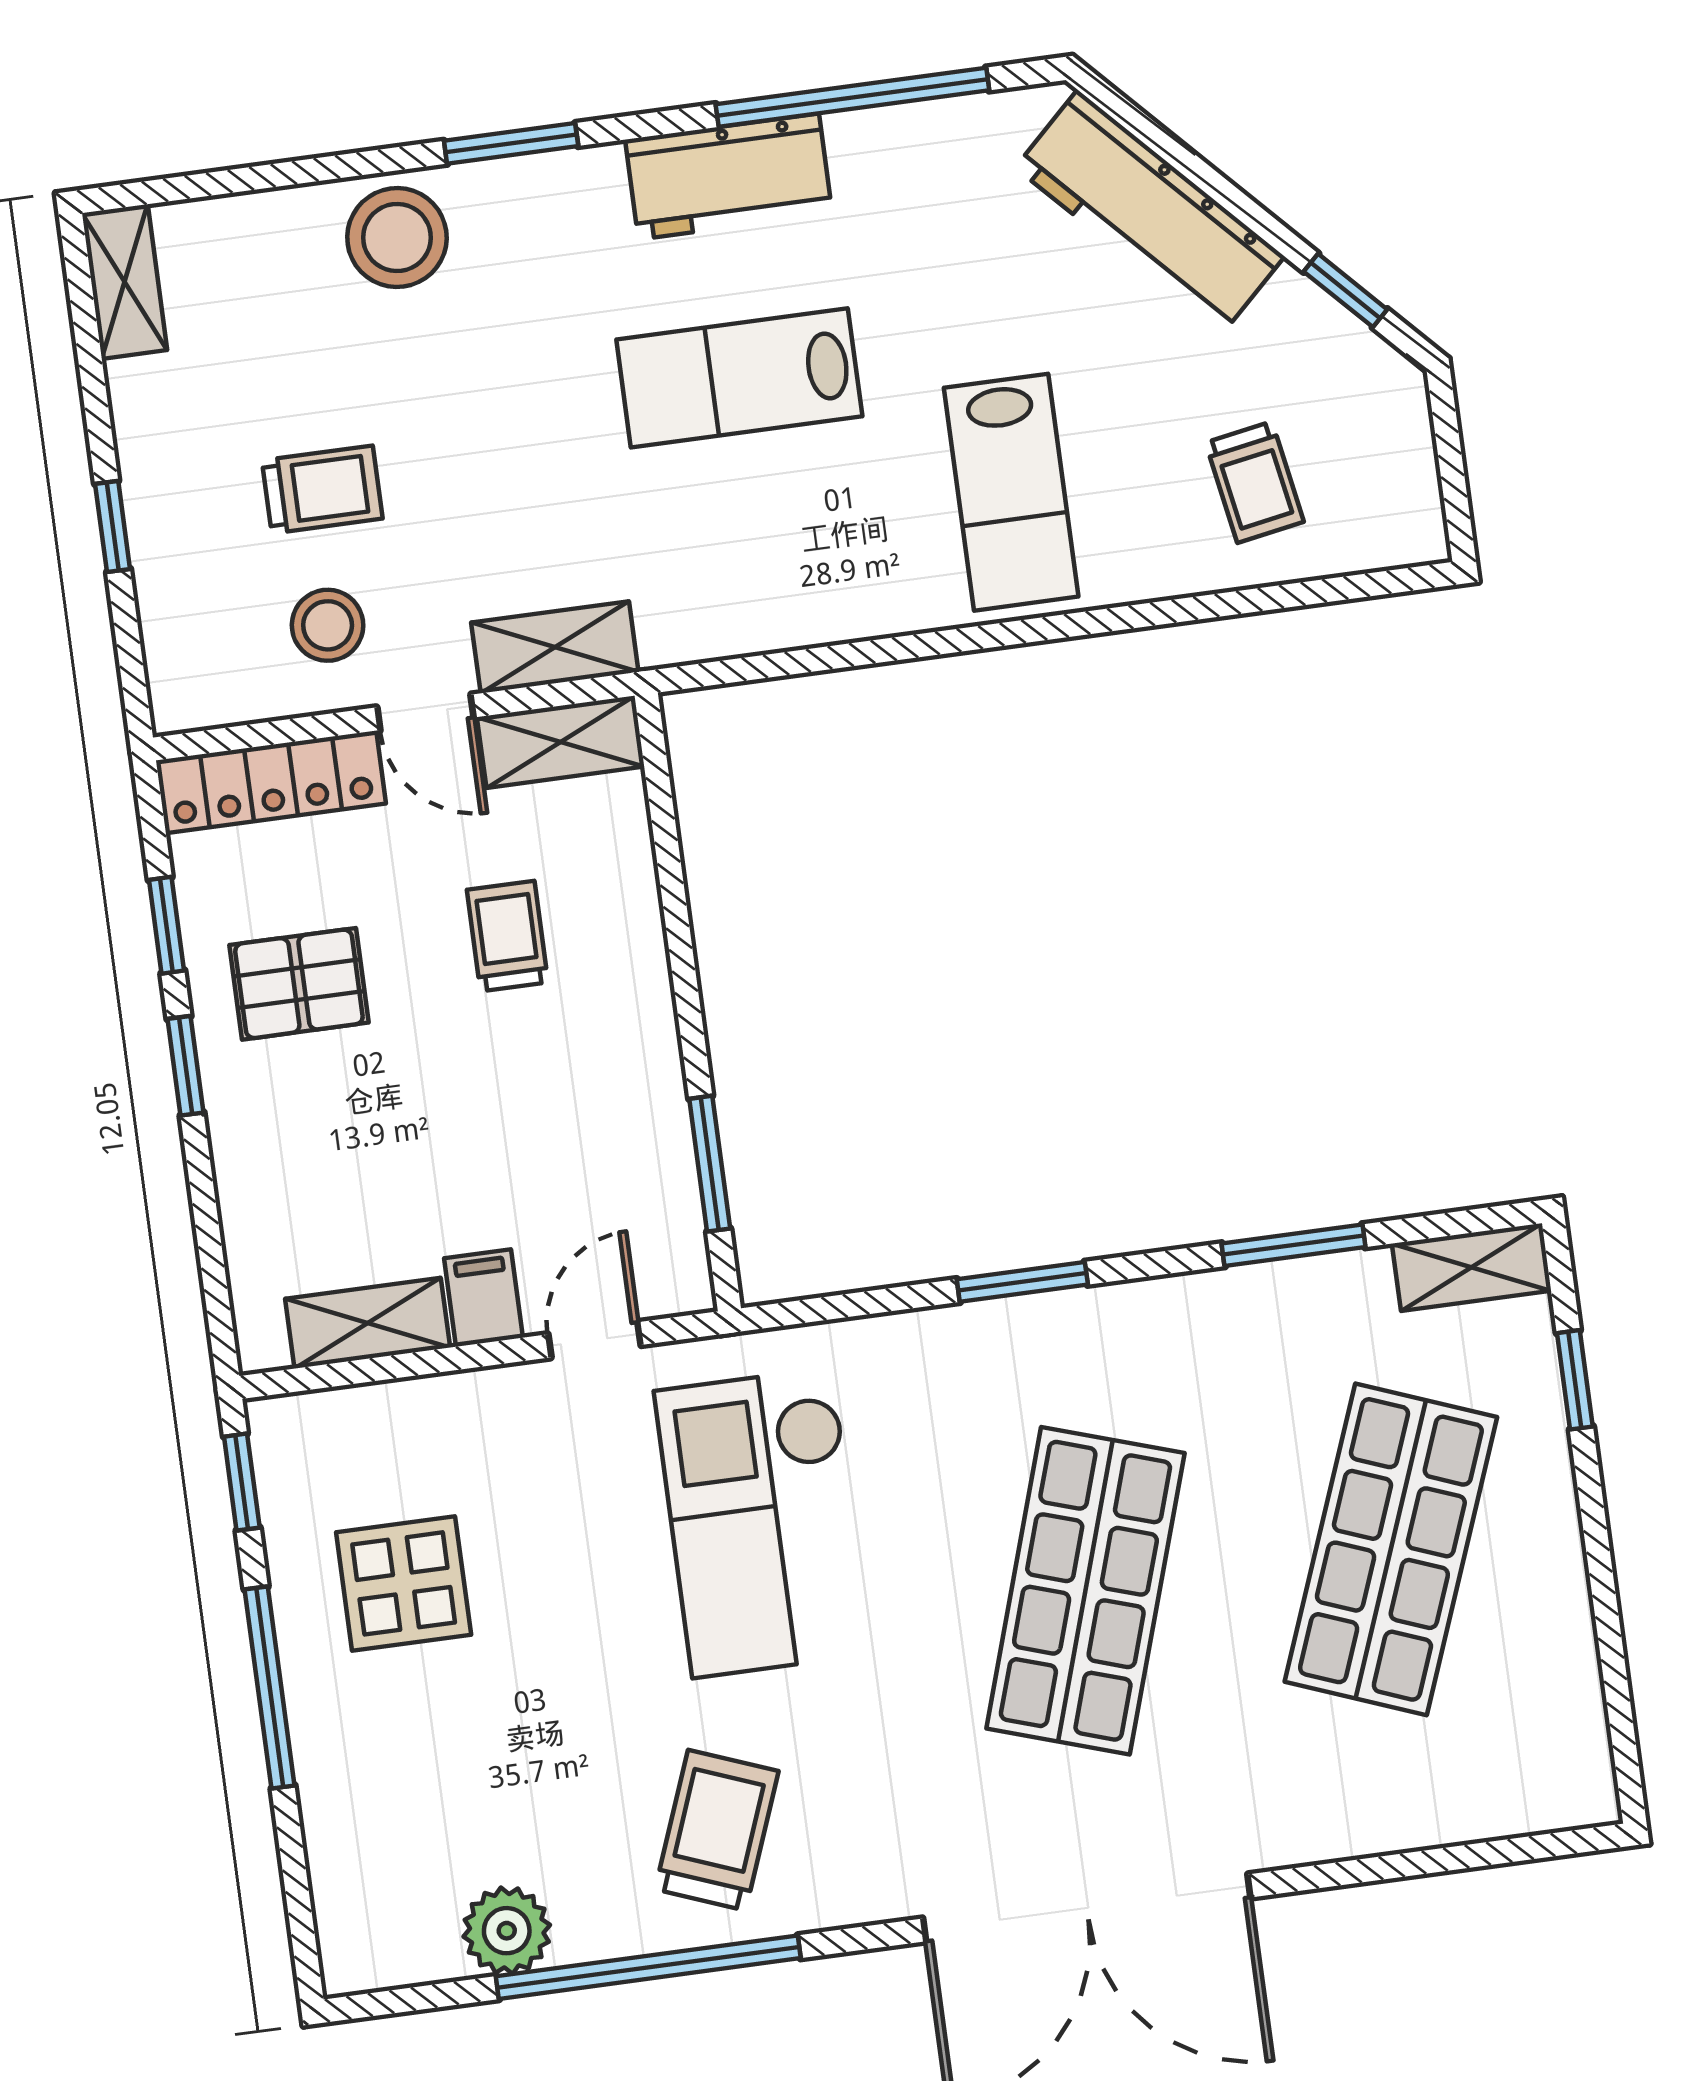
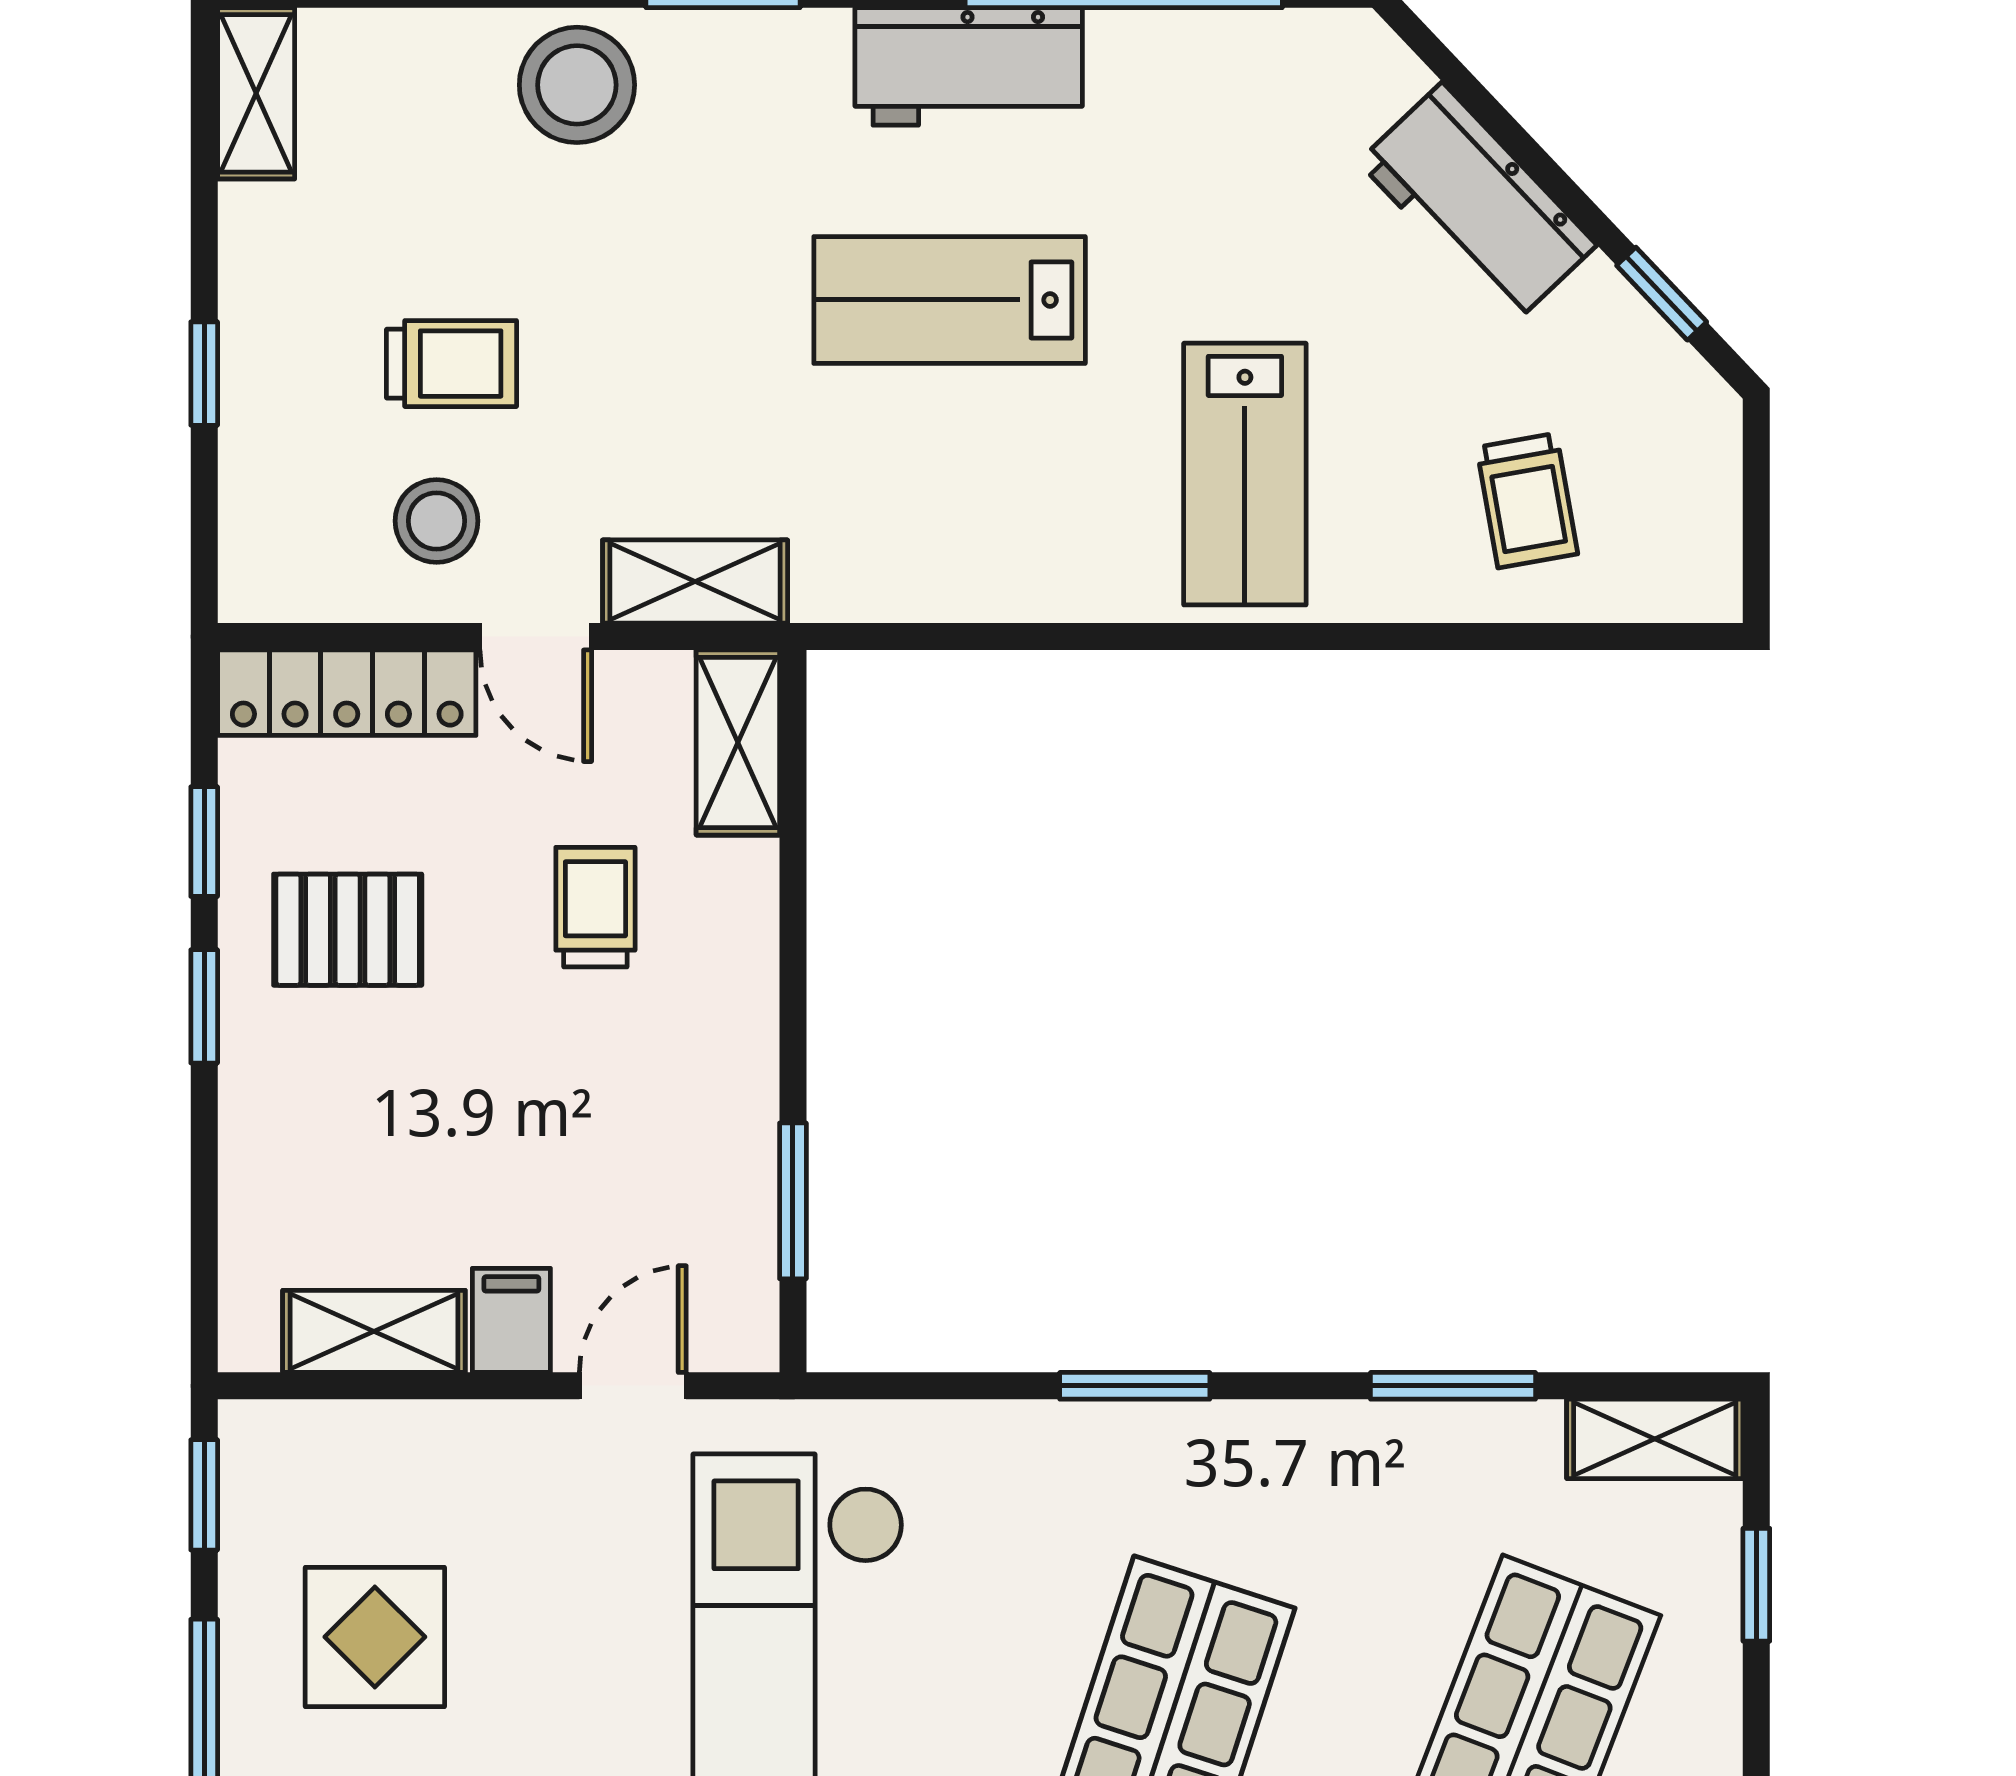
workbench: (1150, 212) -> (1477, 203), width x0.73
shelving: (561, 742) -> (738, 742), moved, turned 90

